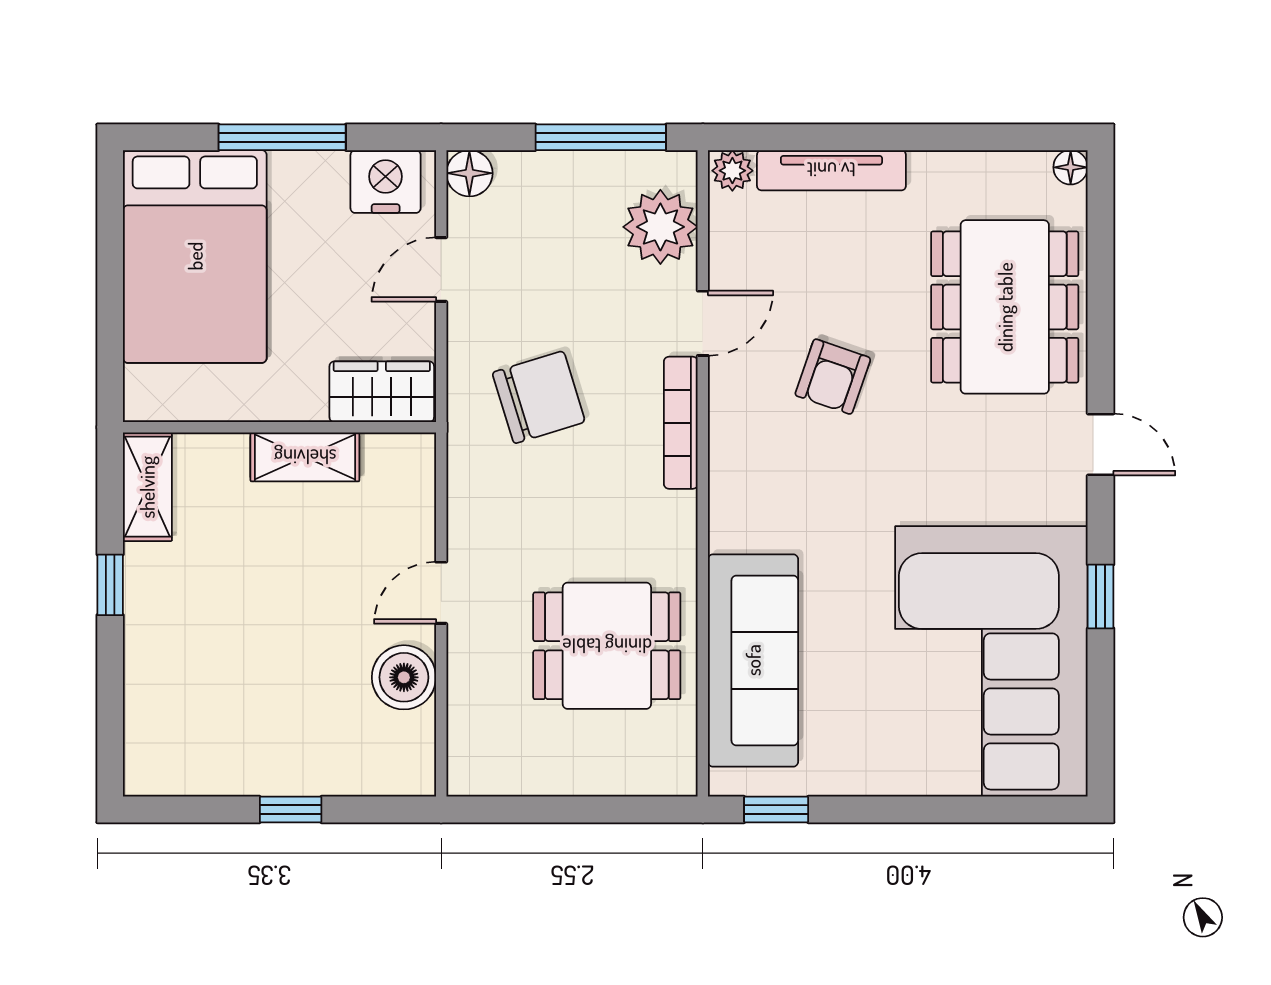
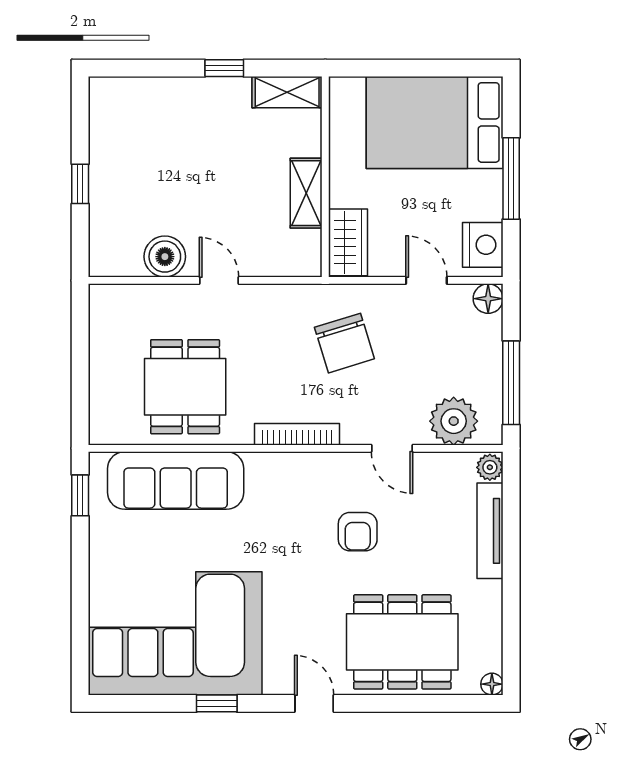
armchair: (833, 377) -> (358, 532), turned -109
bookcase: (681, 423) -> (297, 434), moved
door: (1101, 445) -> (314, 703), swing flipped

